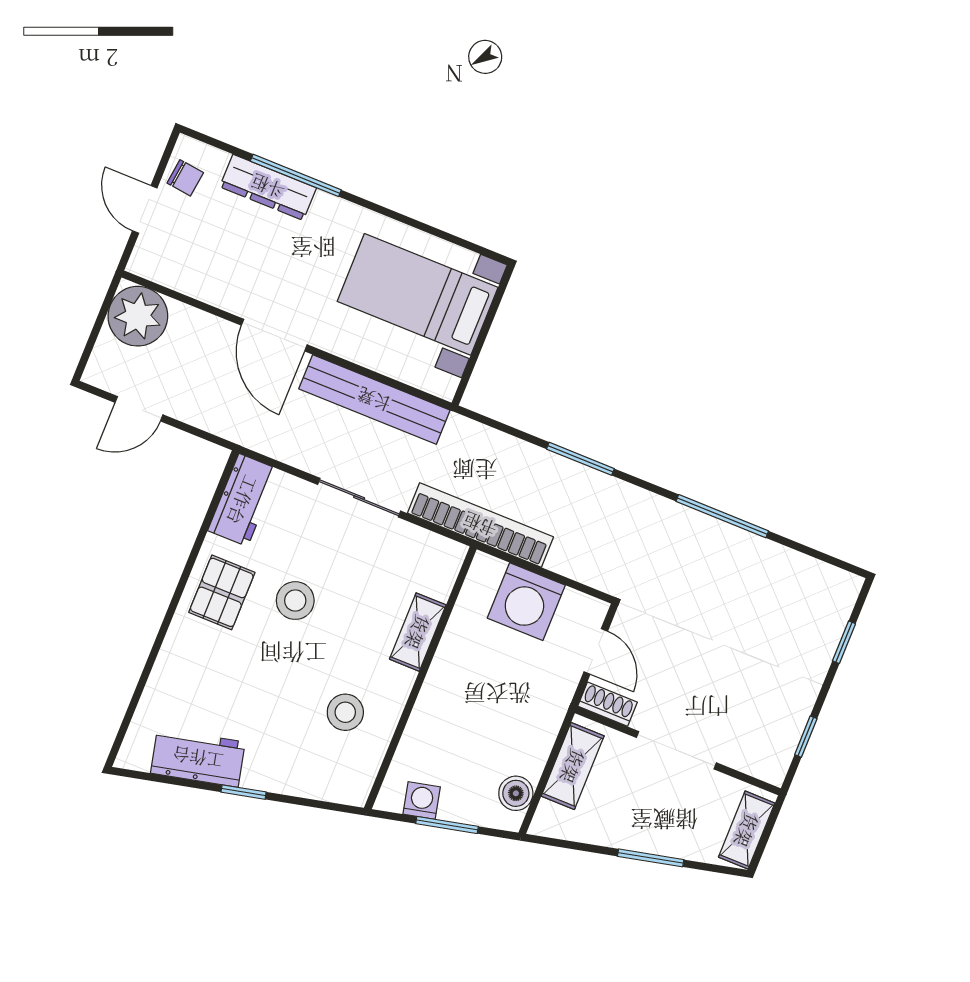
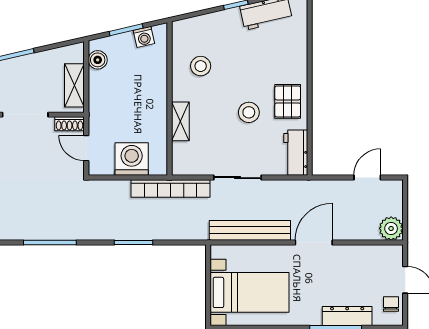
chair: (185, 178) -> (391, 304), turned 83
plant: (138, 316) -> (391, 228), width x0.73, depth x0.73
door: (274, 335) -> (314, 242), hinge flipped

